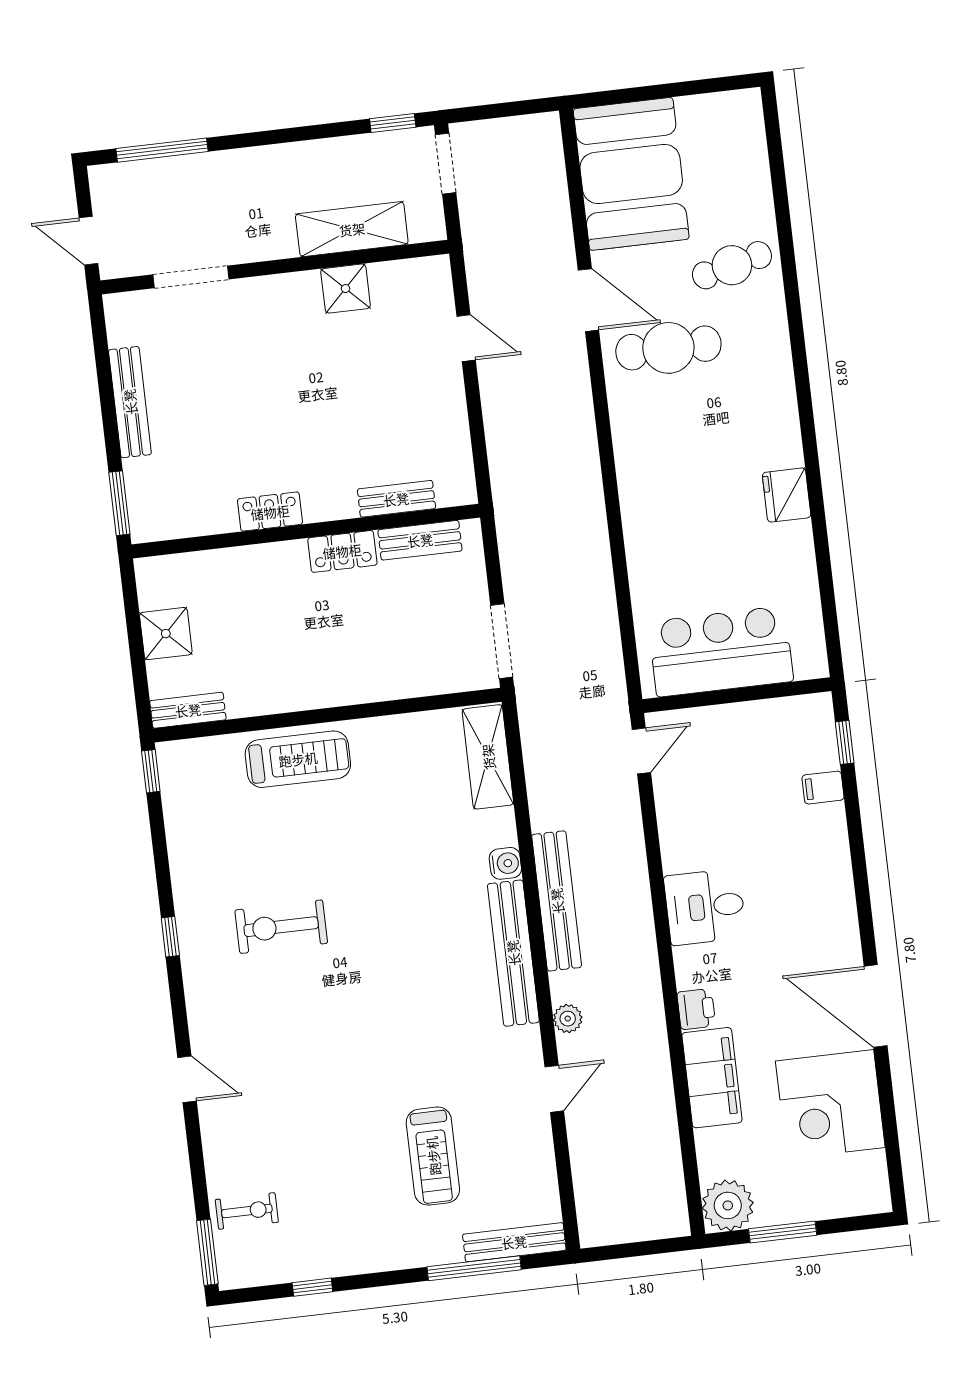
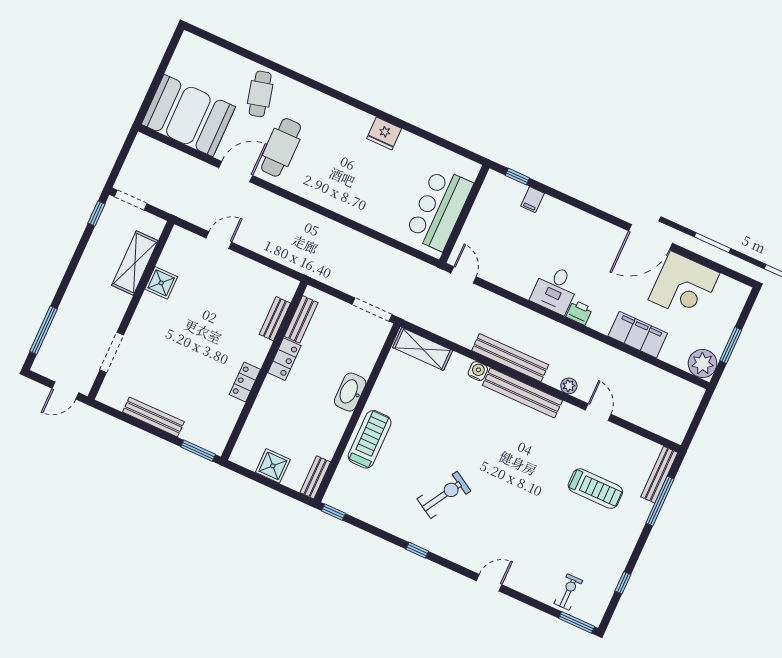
washbasin: (353, 685) -> (350, 392), added
exercise bike: (281, 927) -> (444, 495), turned -149
printer: (696, 1009) -> (579, 313), moved

